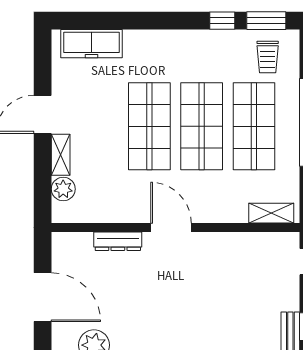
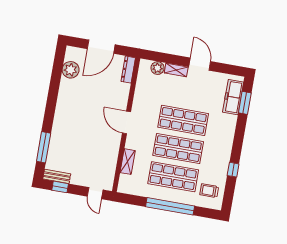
window: (266, 21) -> (245, 103), moved
shelving: (271, 213) -> (128, 162), moved
door: (171, 228) -> (127, 122), swing flipped
dresser: (118, 241) -> (128, 70), moved

